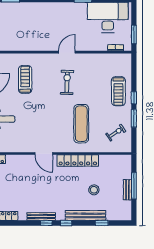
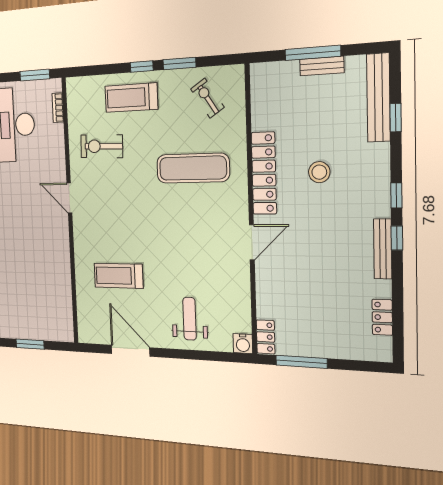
exercise bike: (67, 82) -> (102, 146), moved
treadmill: (118, 91) -> (131, 98), turned 180
stool: (94, 190) -> (319, 172), moved
bench: (85, 215) -> (378, 98), moved

